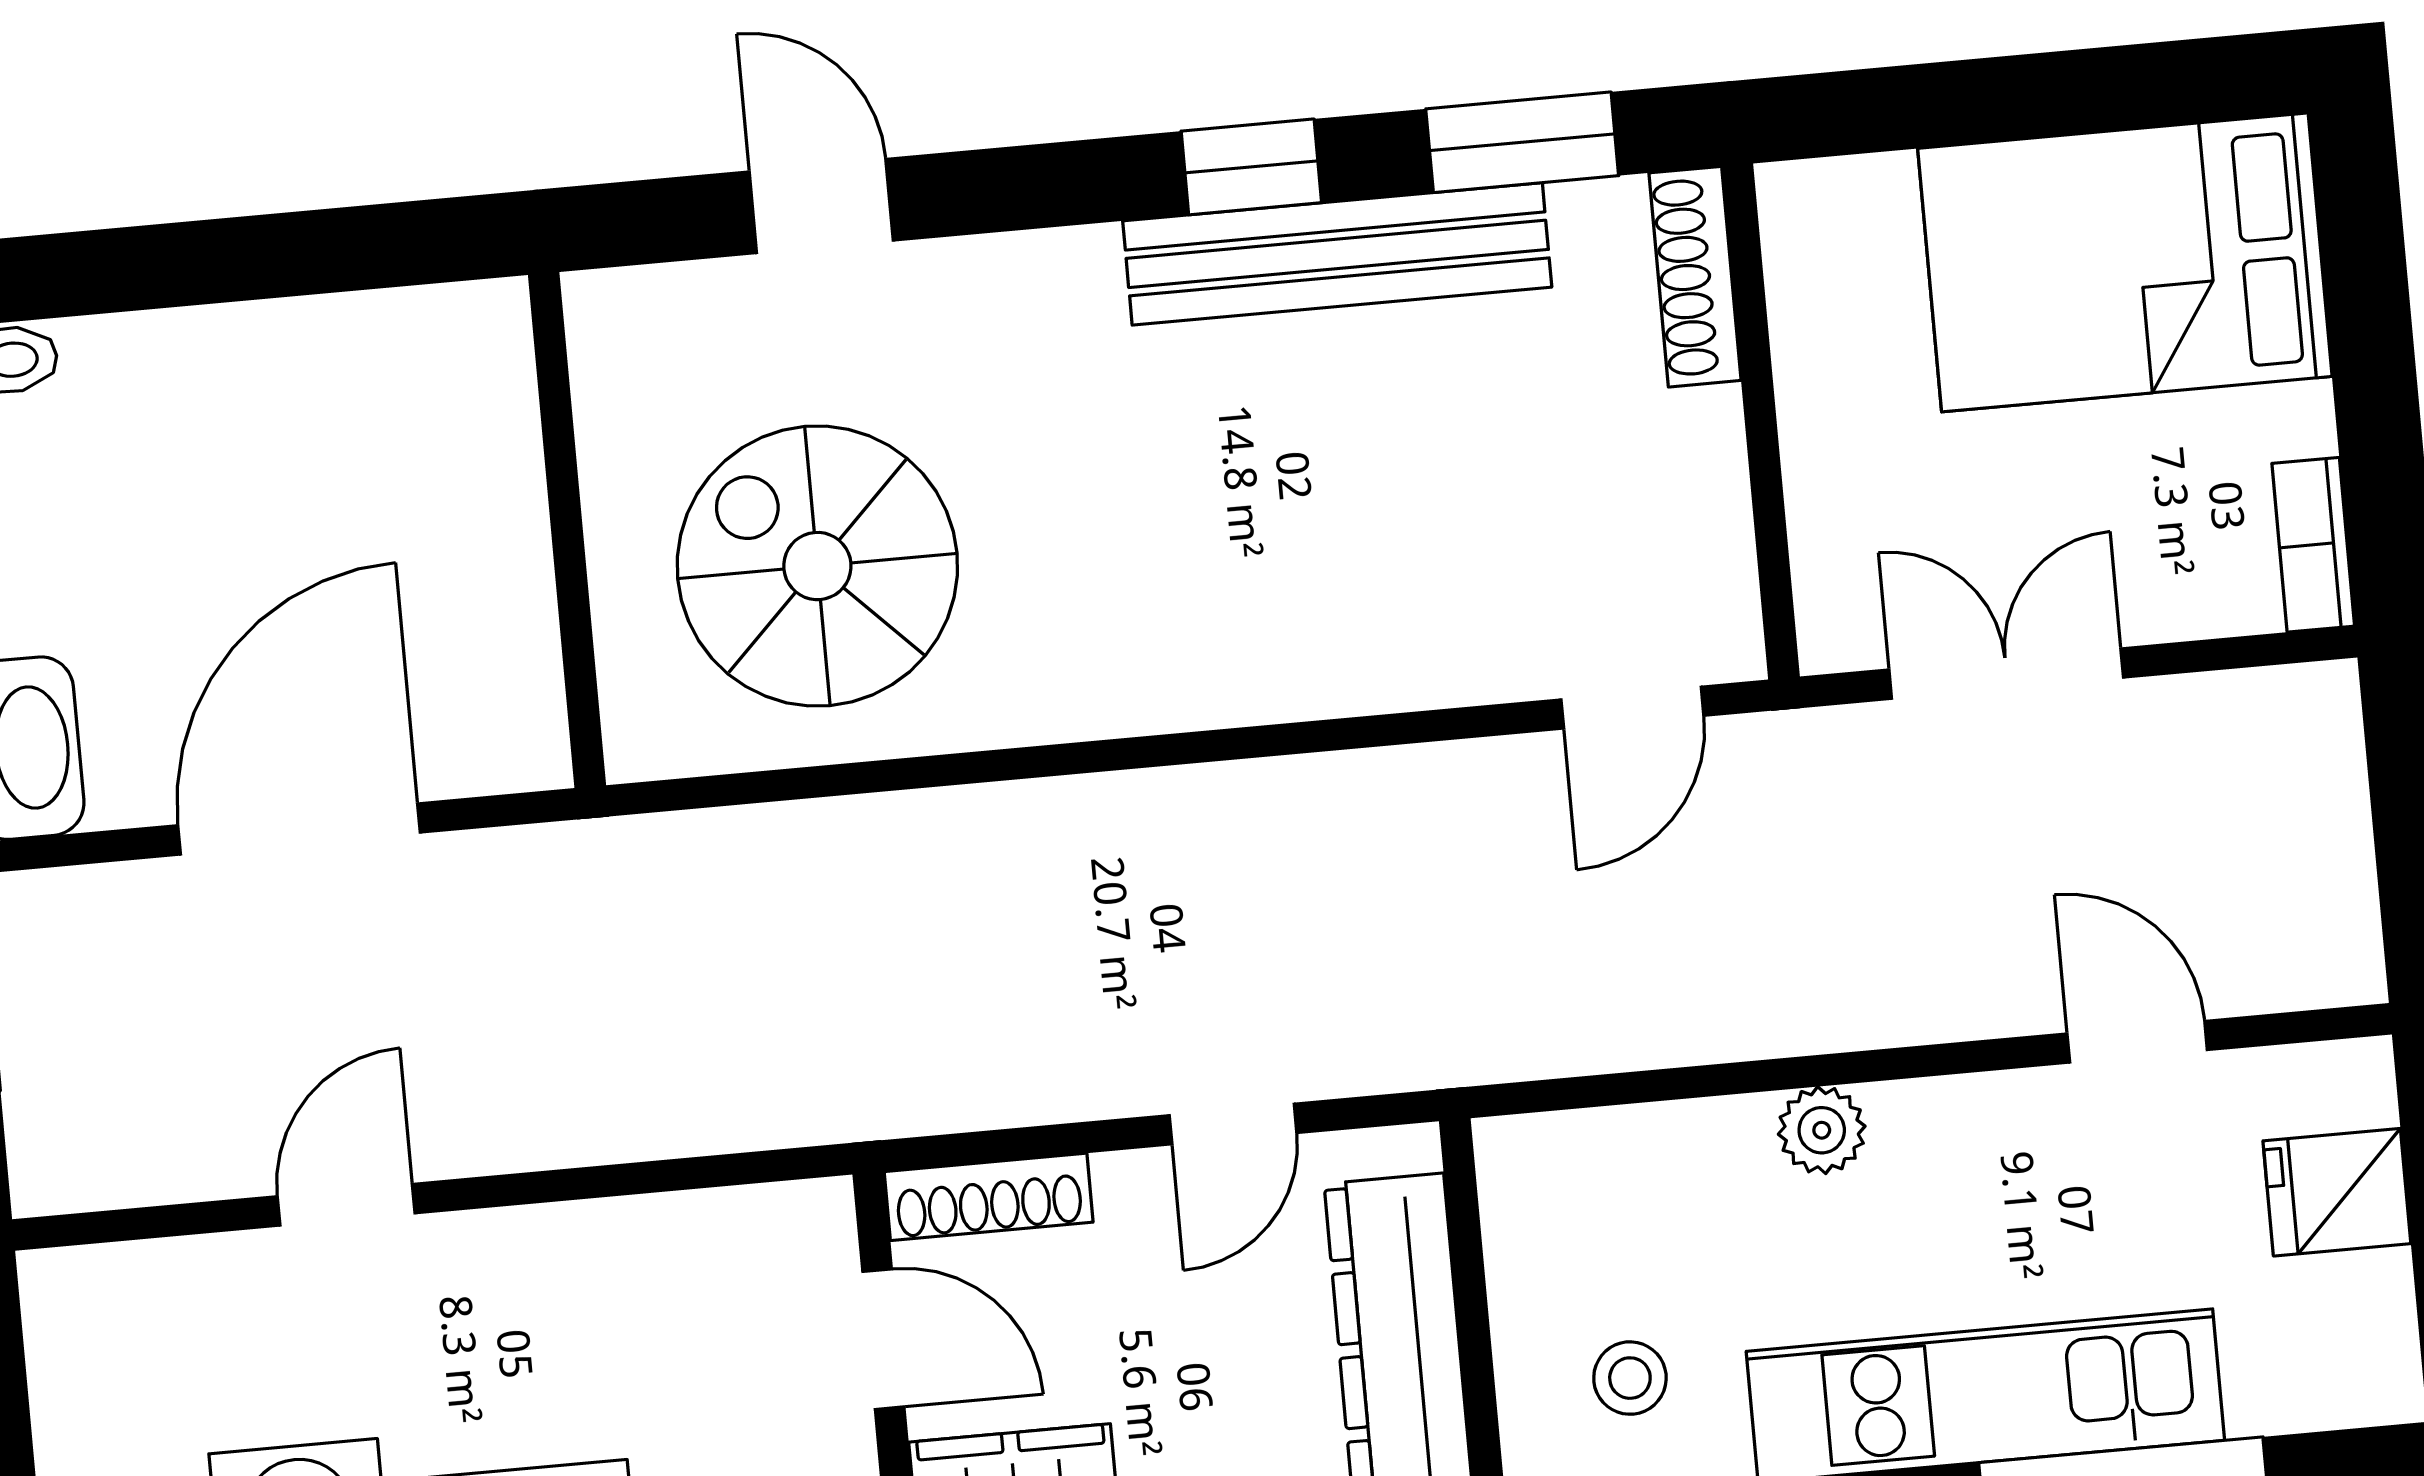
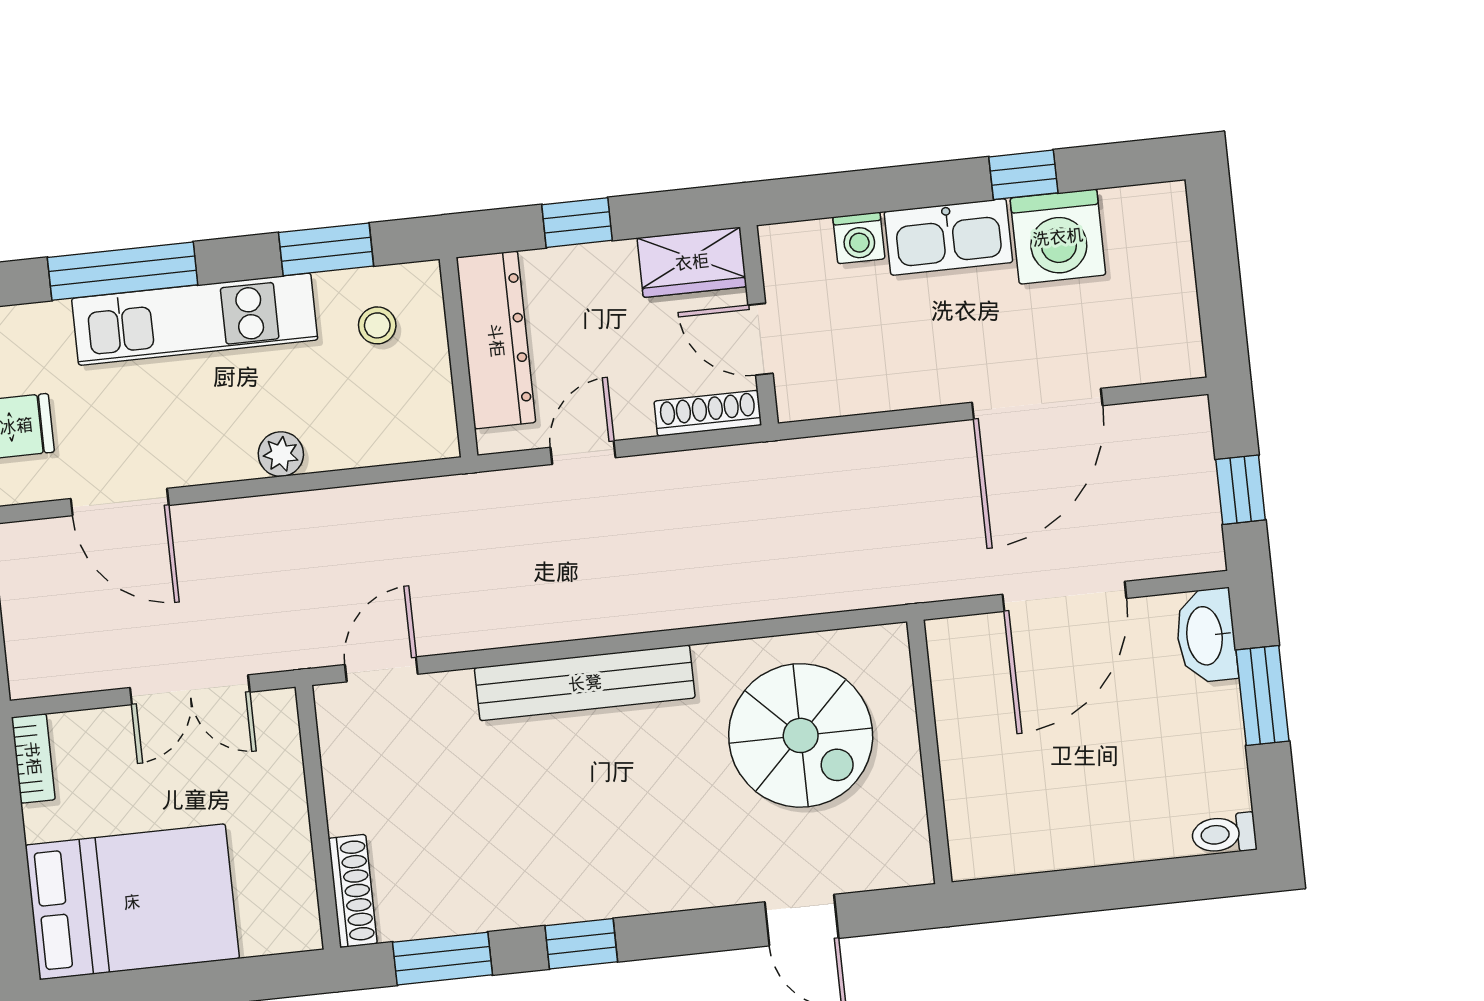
bench: (1337, 254) -> (585, 683), moved
door: (2137, 1042) -> (120, 502), width x1.37
door: (346, 1205) -> (1037, 404), width x1.87

